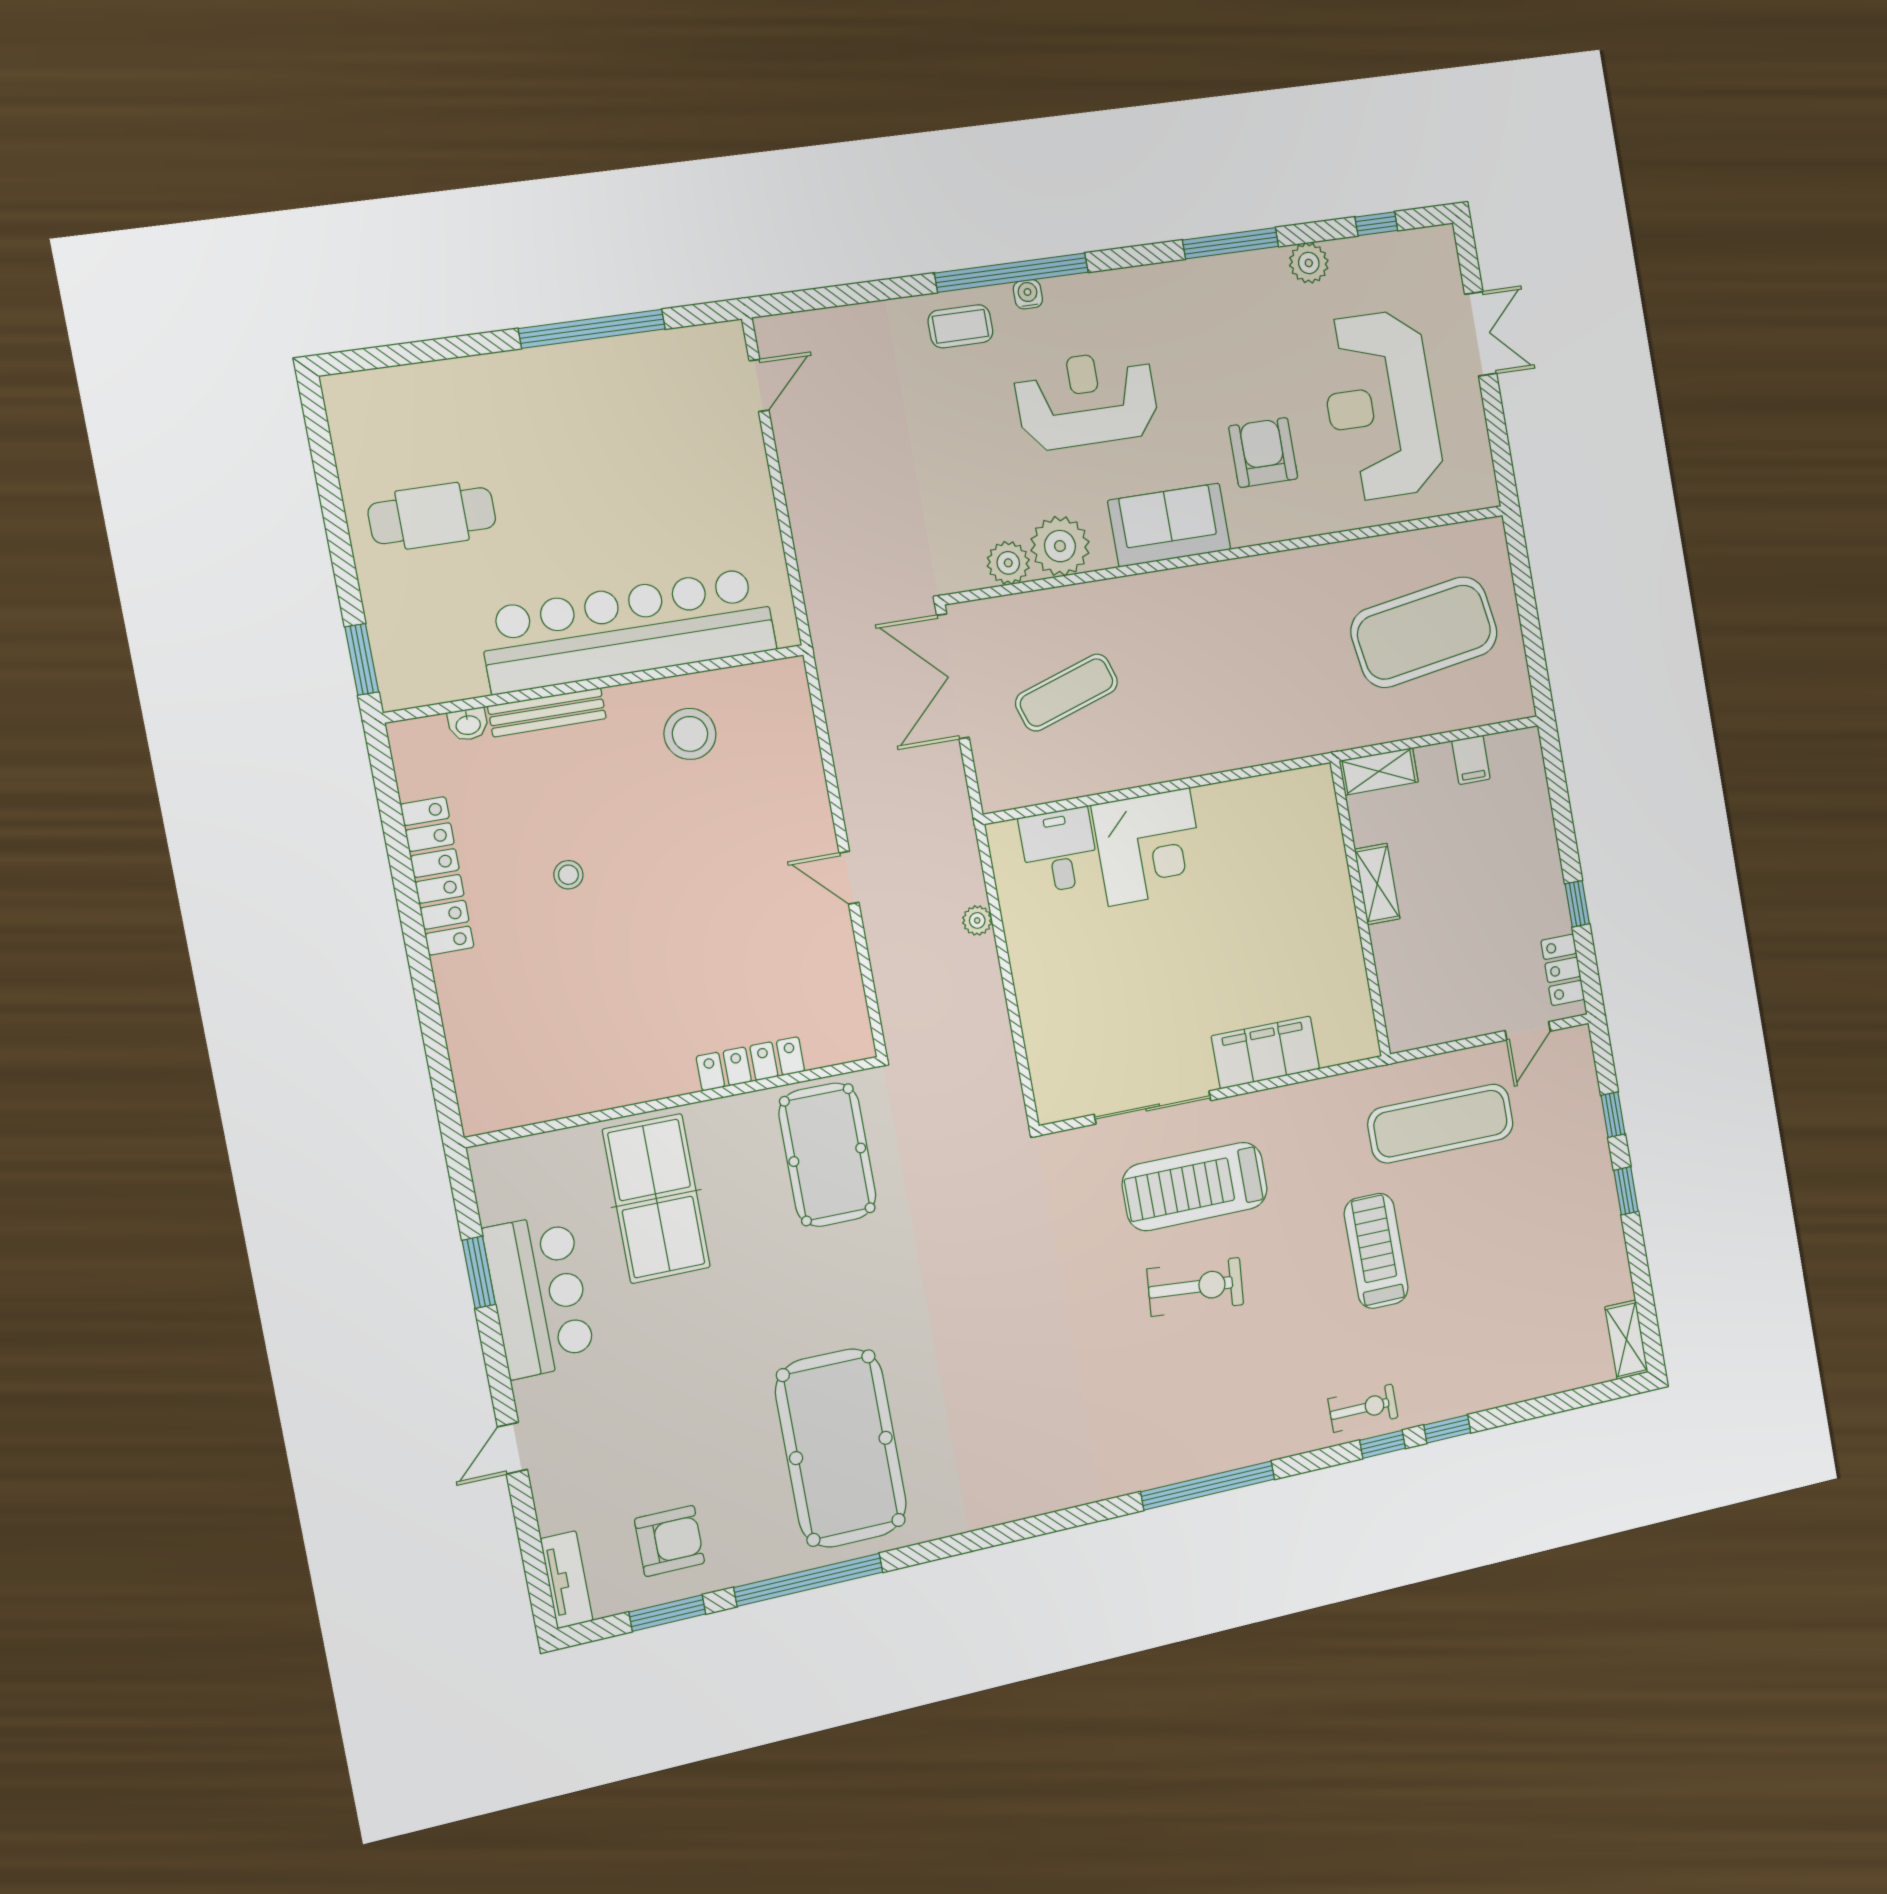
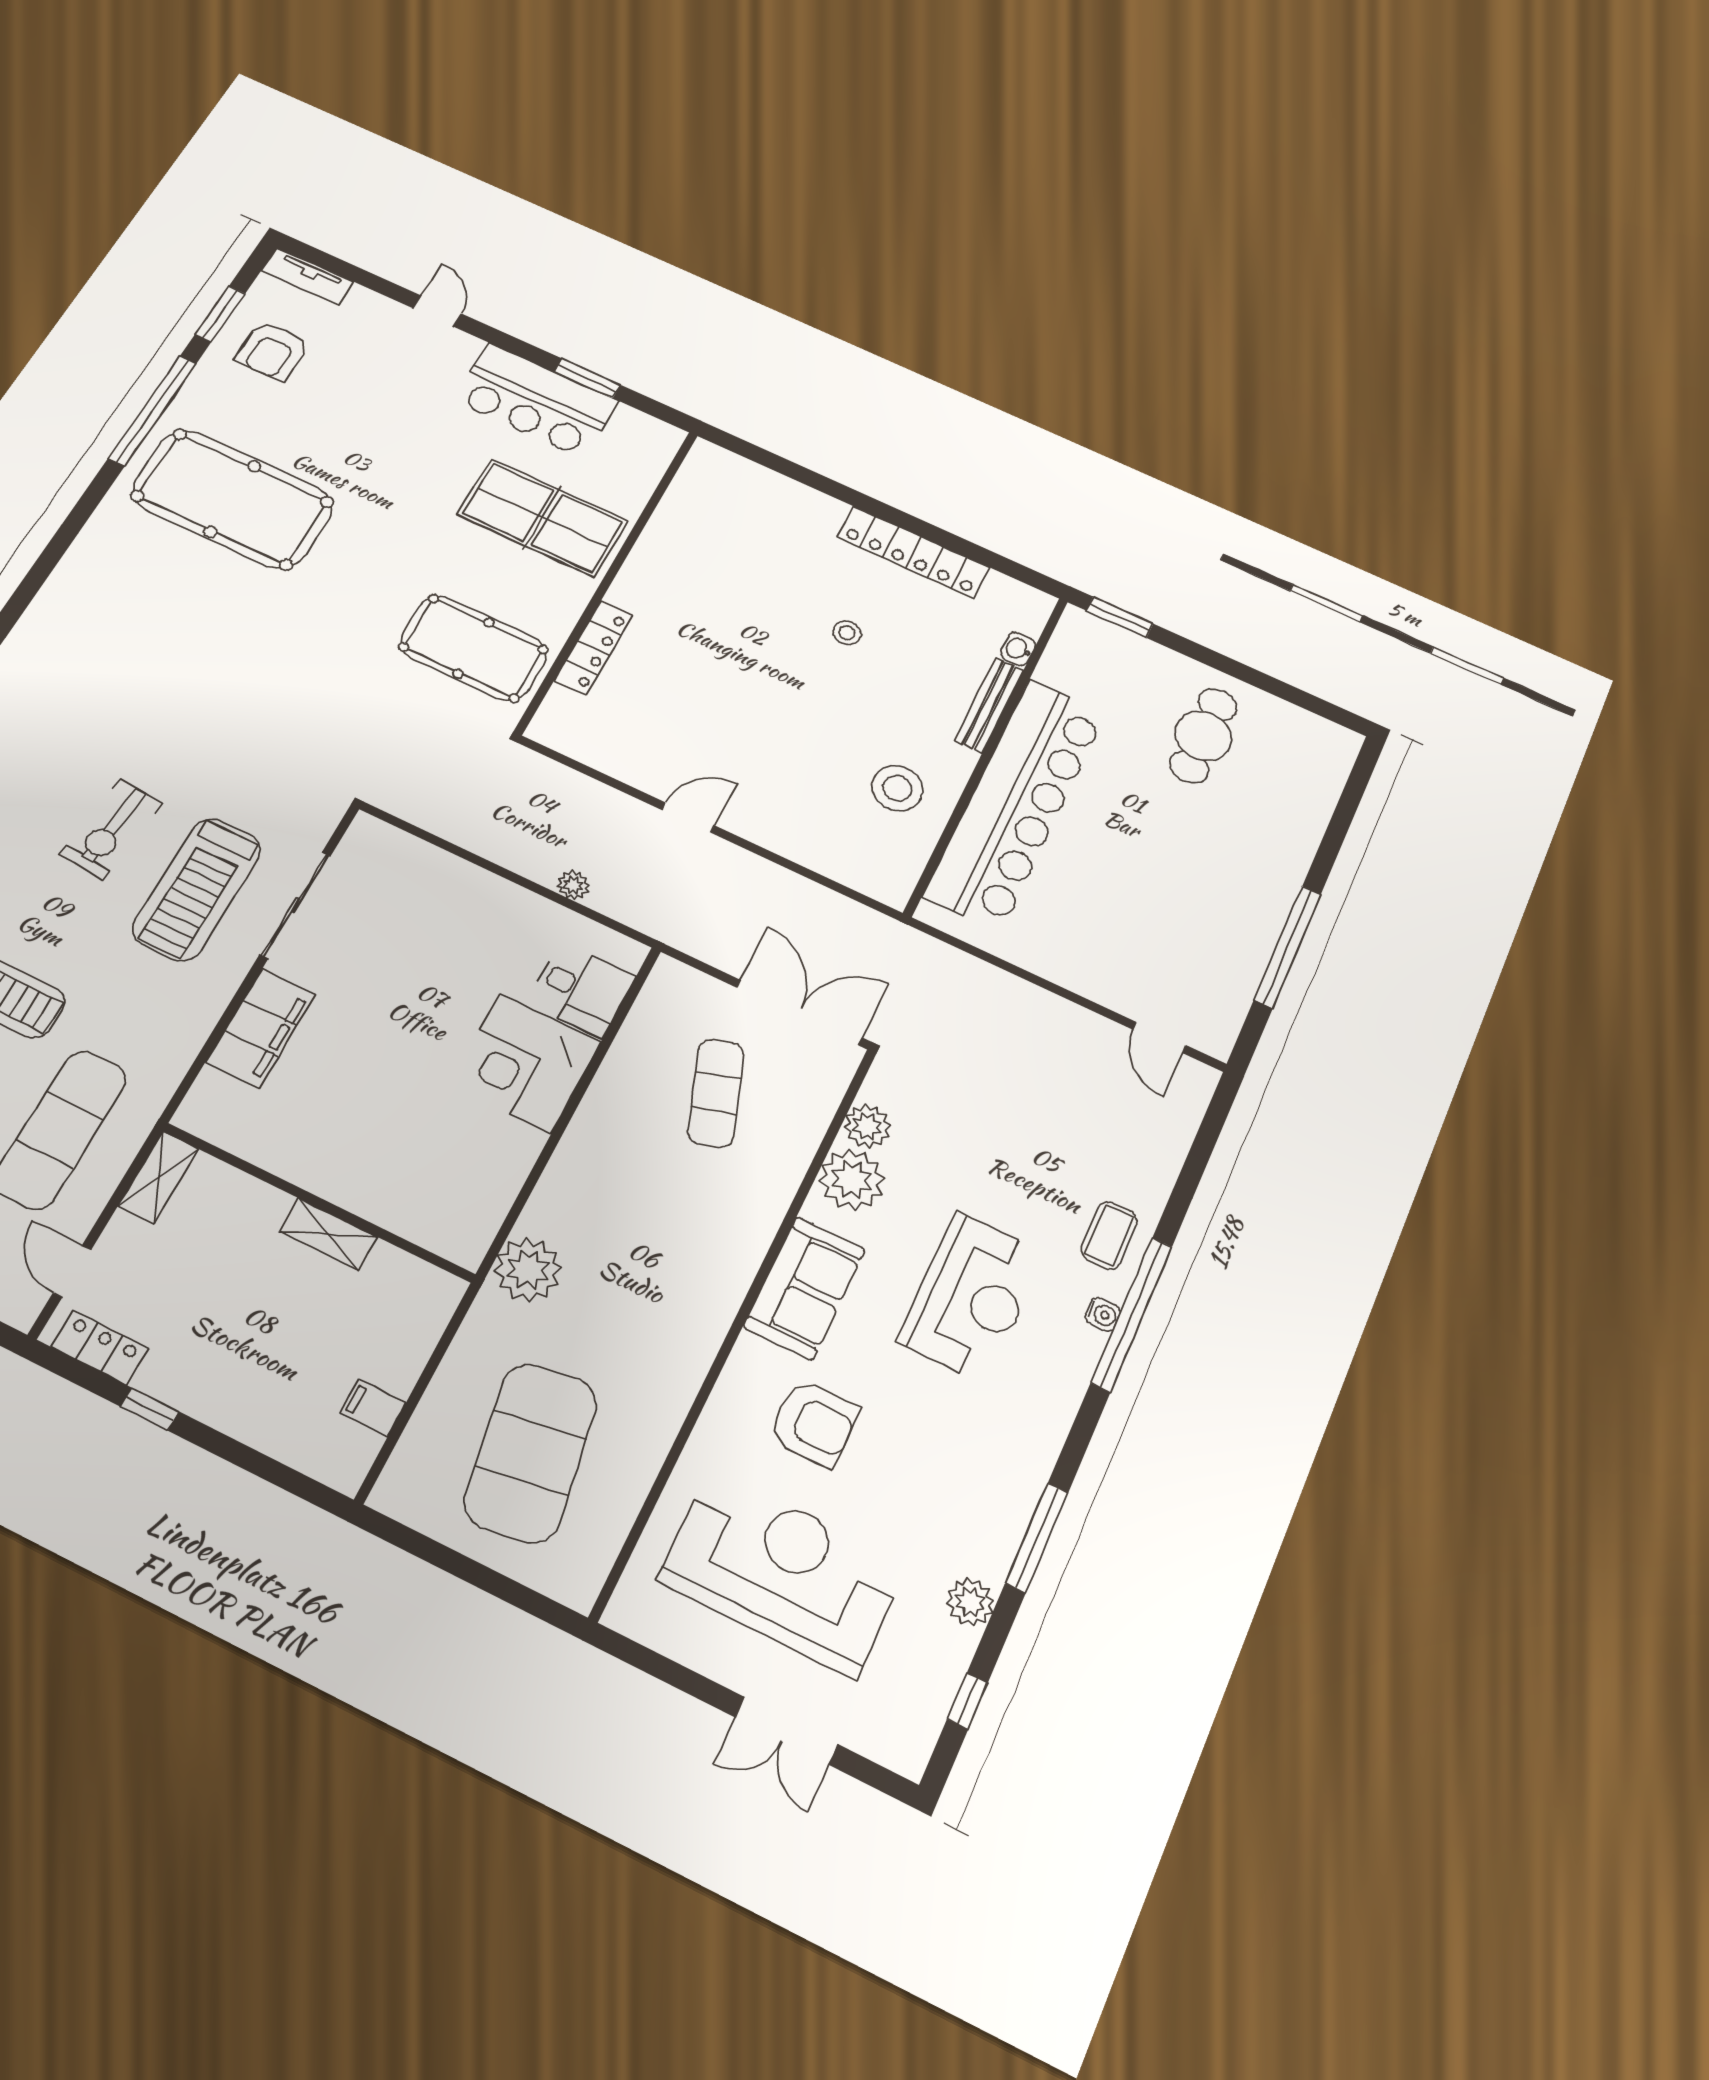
plant: (1301, 729) -> (528, 1270), added
shelving: (1379, 771) -> (159, 1177), moved
treadmill: (1195, 1186) -> (197, 889), turned 180

